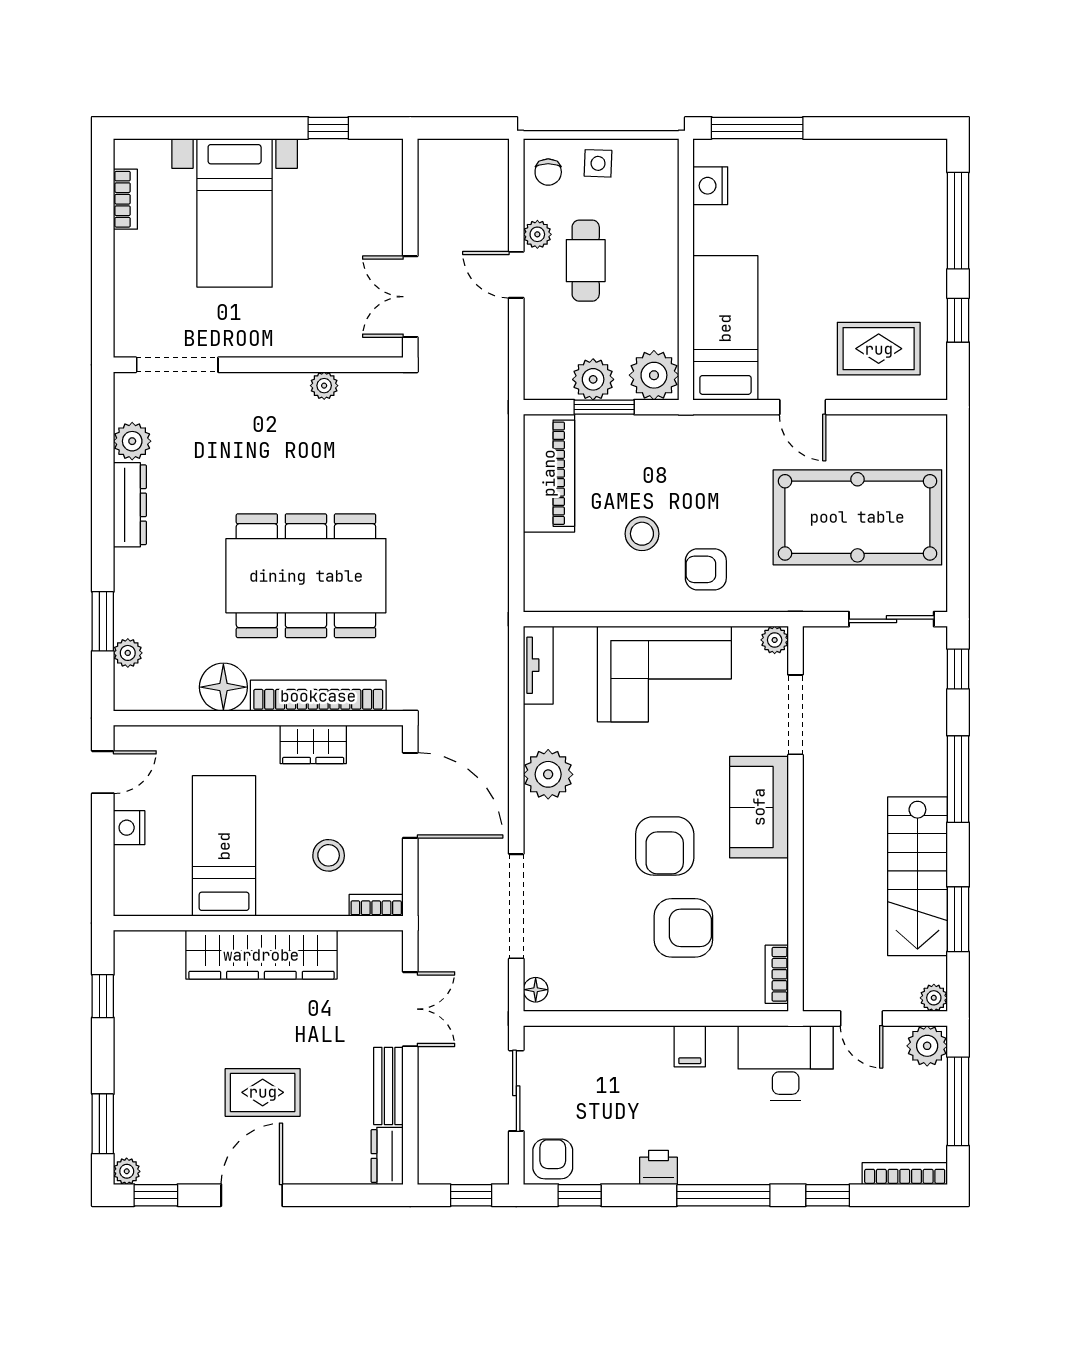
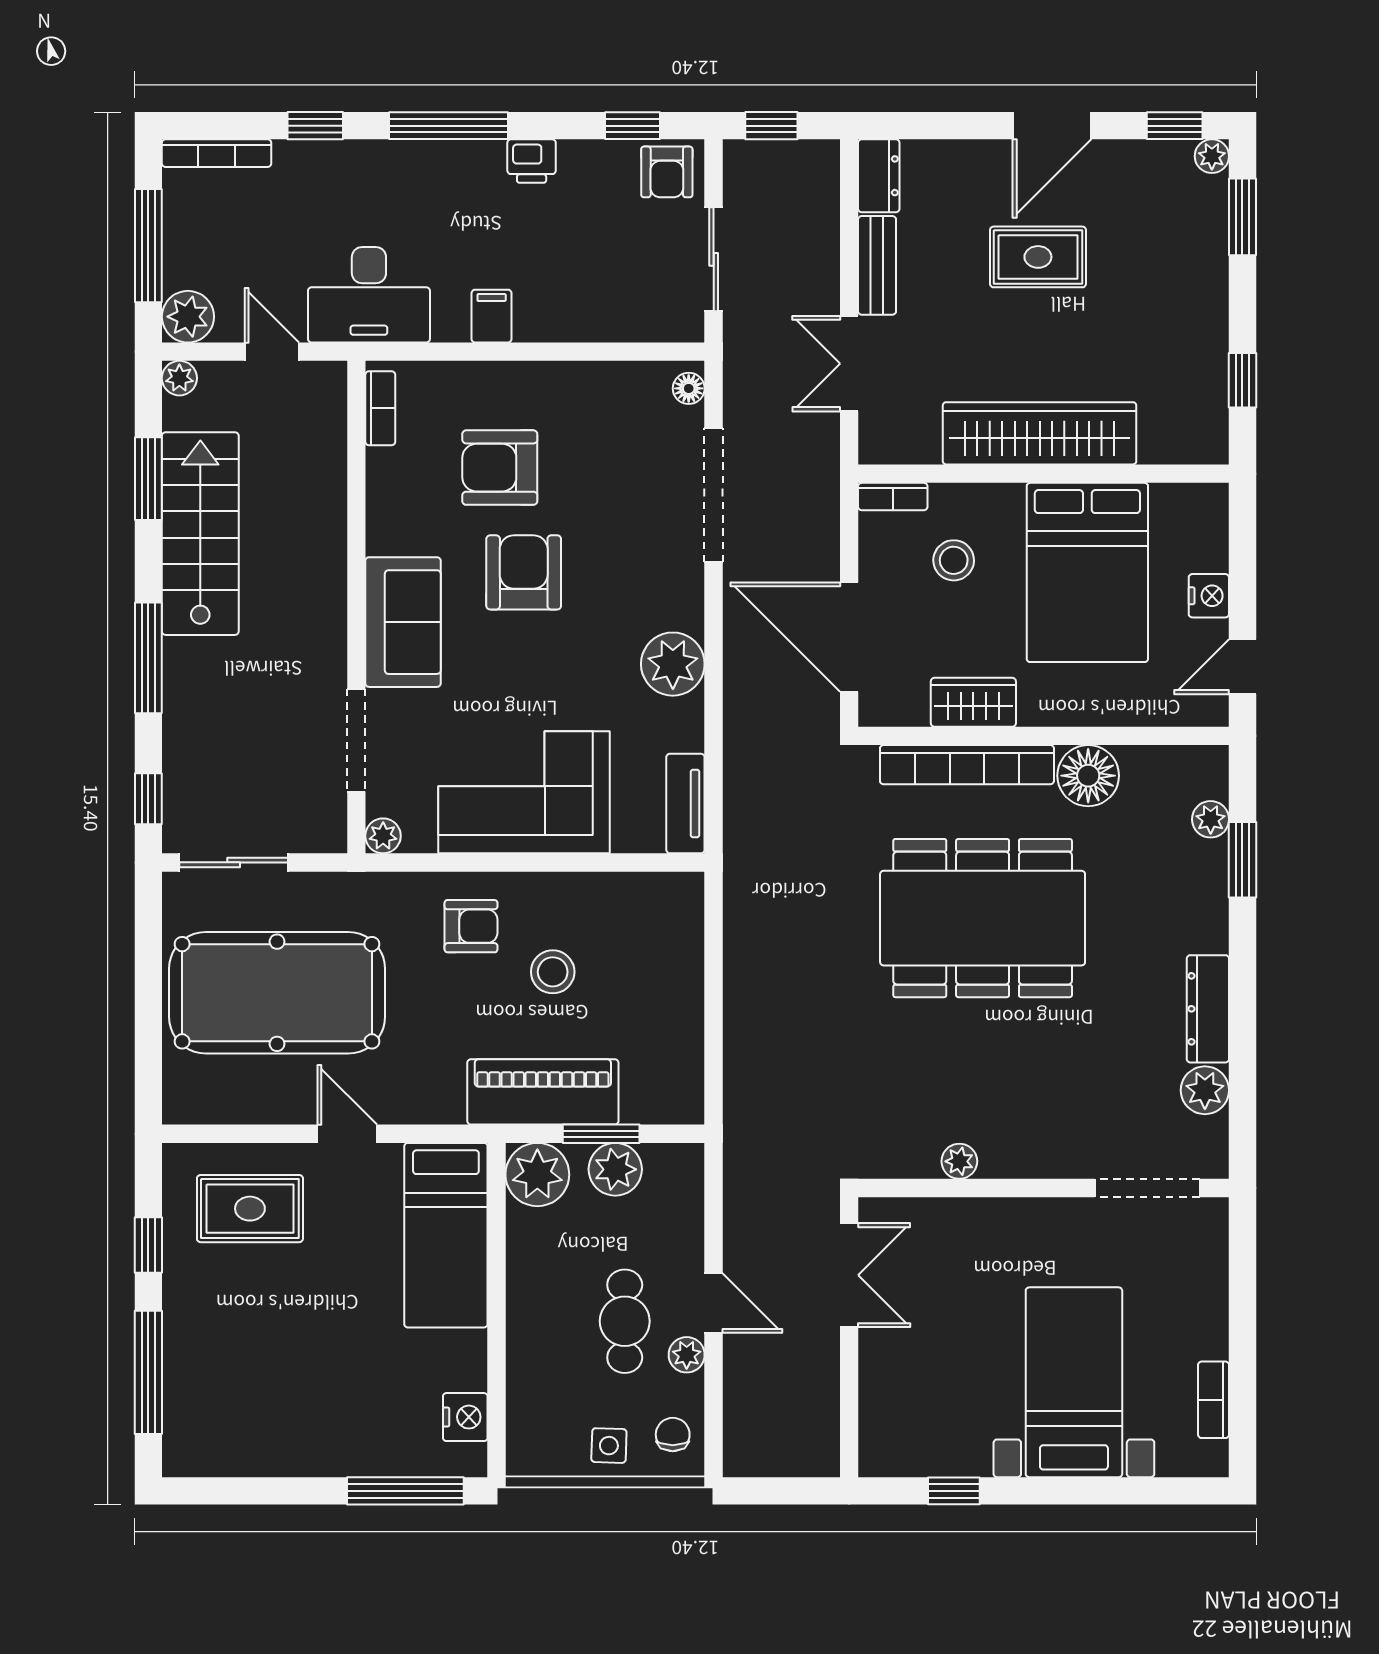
piano: (549, 473) -> (543, 1092), moved, turned 90
bed: (224, 846) -> (1087, 572), width x1.50

